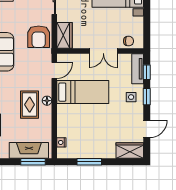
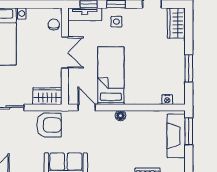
rug: (30, 105) -> (125, 135), removed

